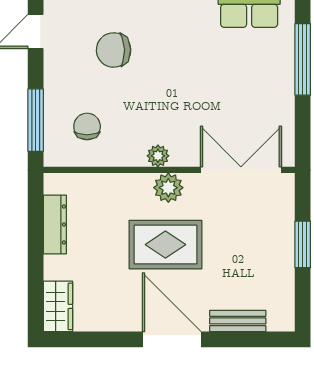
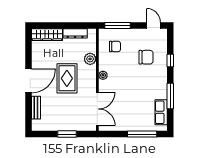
chair: (114, 50) -> (146, 57), turned 92
plant: (168, 188) -> (90, 59), moved
wardrobe: (58, 306) -> (47, 35), width x1.50

